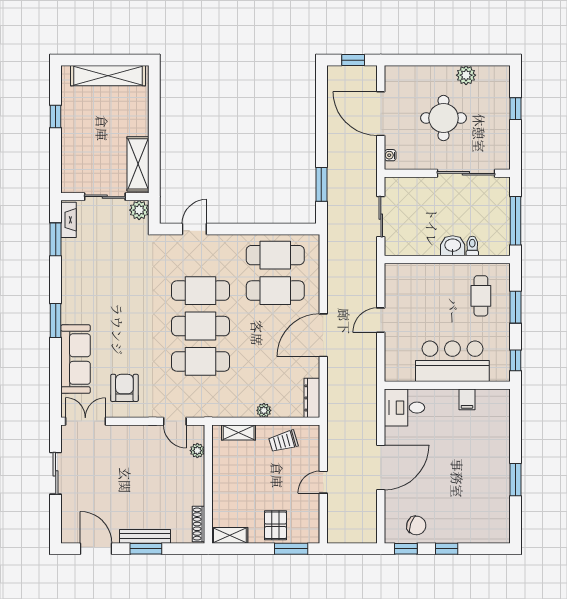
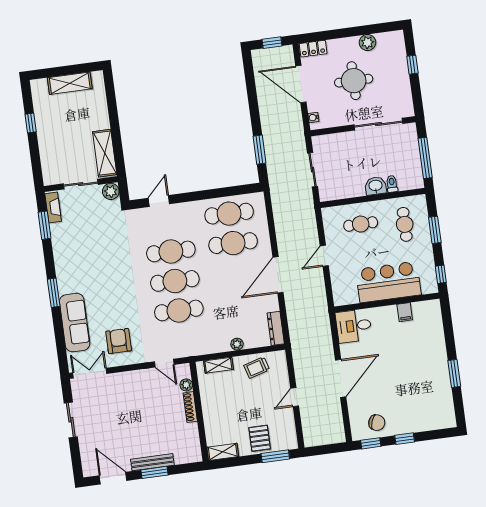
locker: (401, 74) -> (313, 49), added
shelving: (108, 76) -> (70, 83), width x0.68
cafe table: (429, 288) -> (361, 224), added
shoe rack: (199, 524) -> (190, 407), moved

